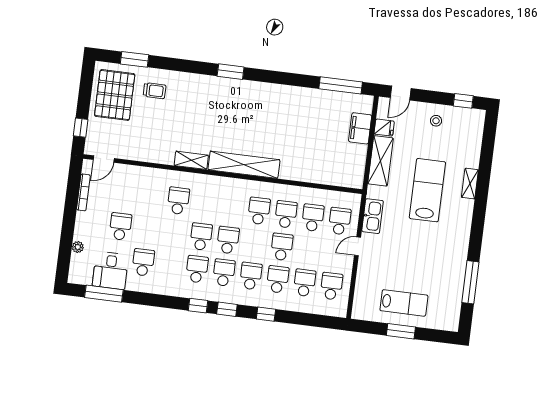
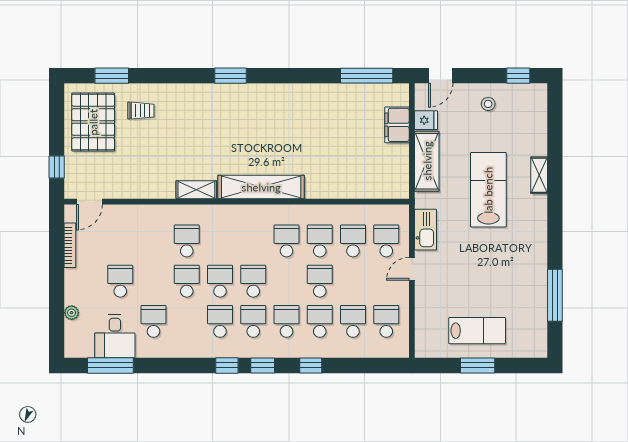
school desk: (174, 233) -> (187, 281), added

